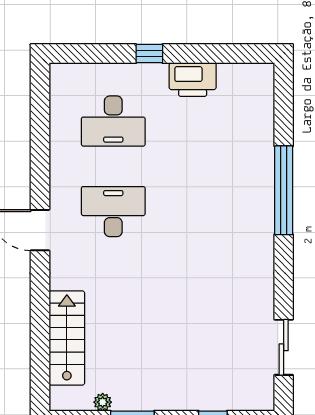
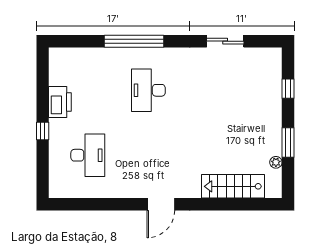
desk: (113, 212) -> (148, 90), moved
sliding door: (284, 347) -> (225, 41), moved

